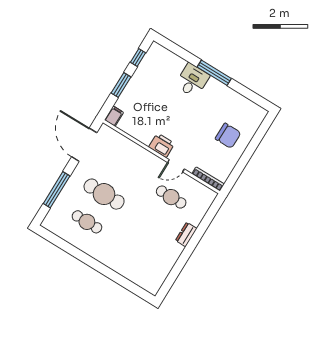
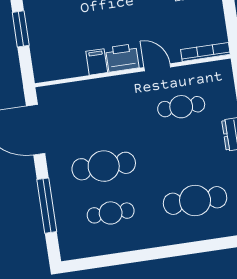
filing cabinet: (114, 116) -> (97, 62), moved
door: (176, 166) -> (157, 67), swing flipped
cafe table: (137, 253) -> (195, 200), added

